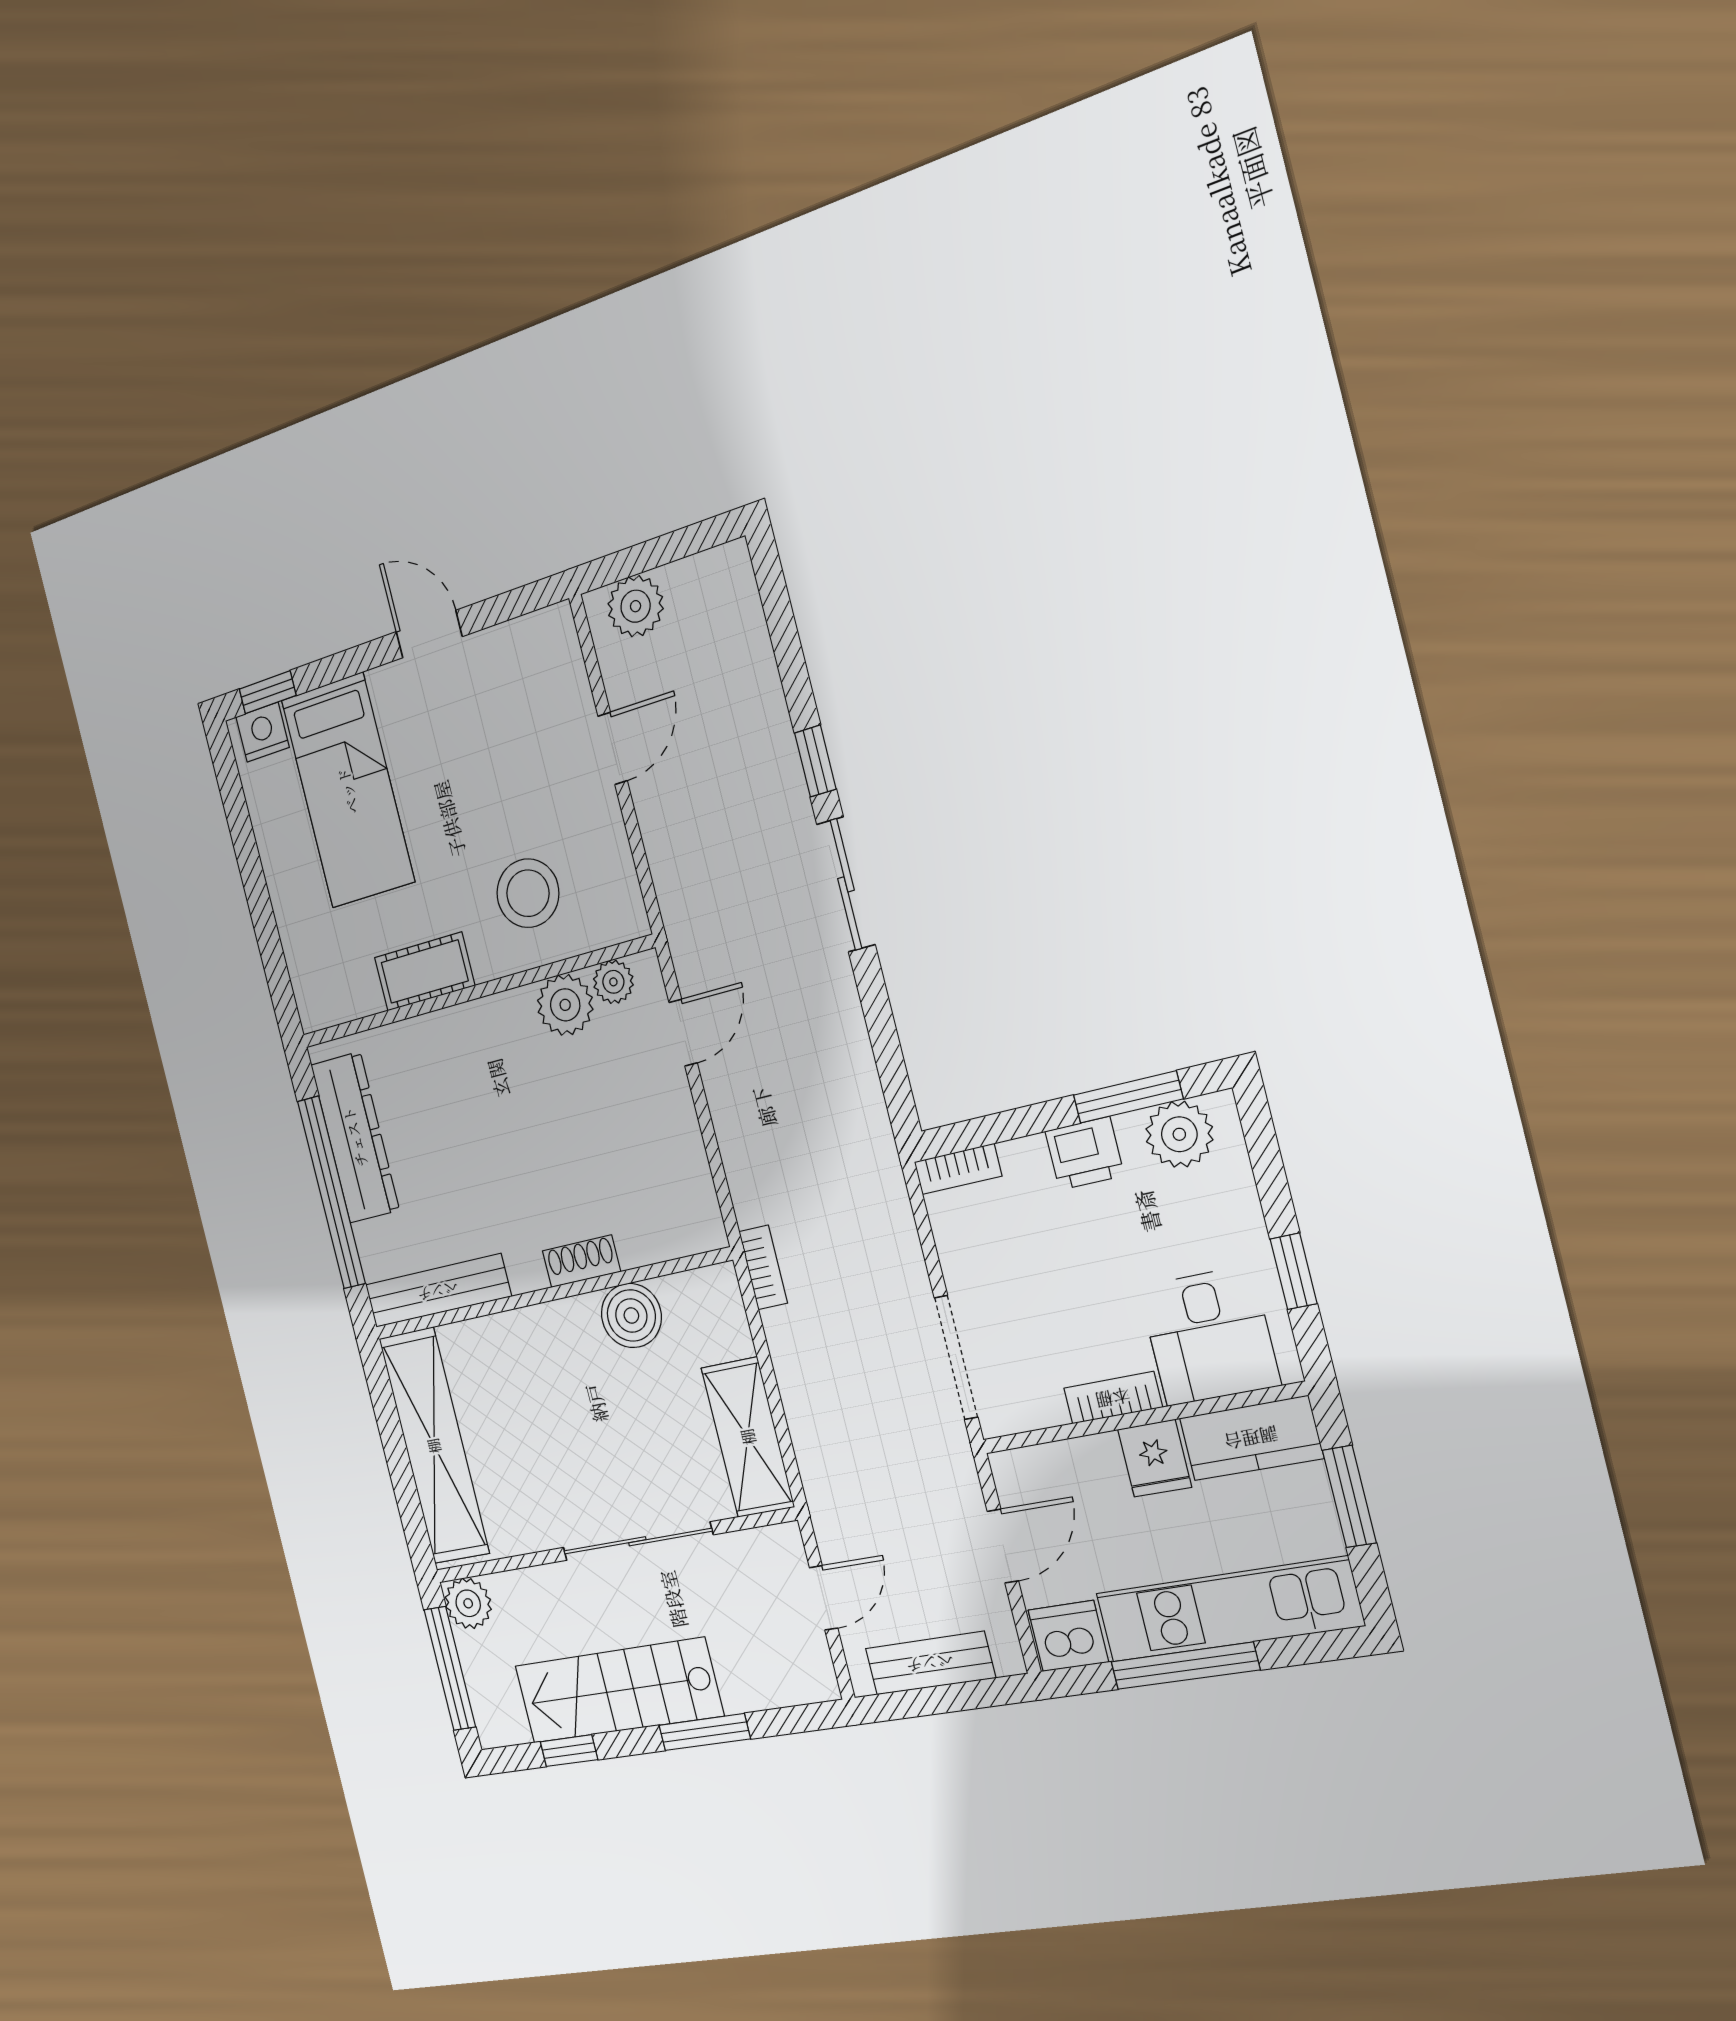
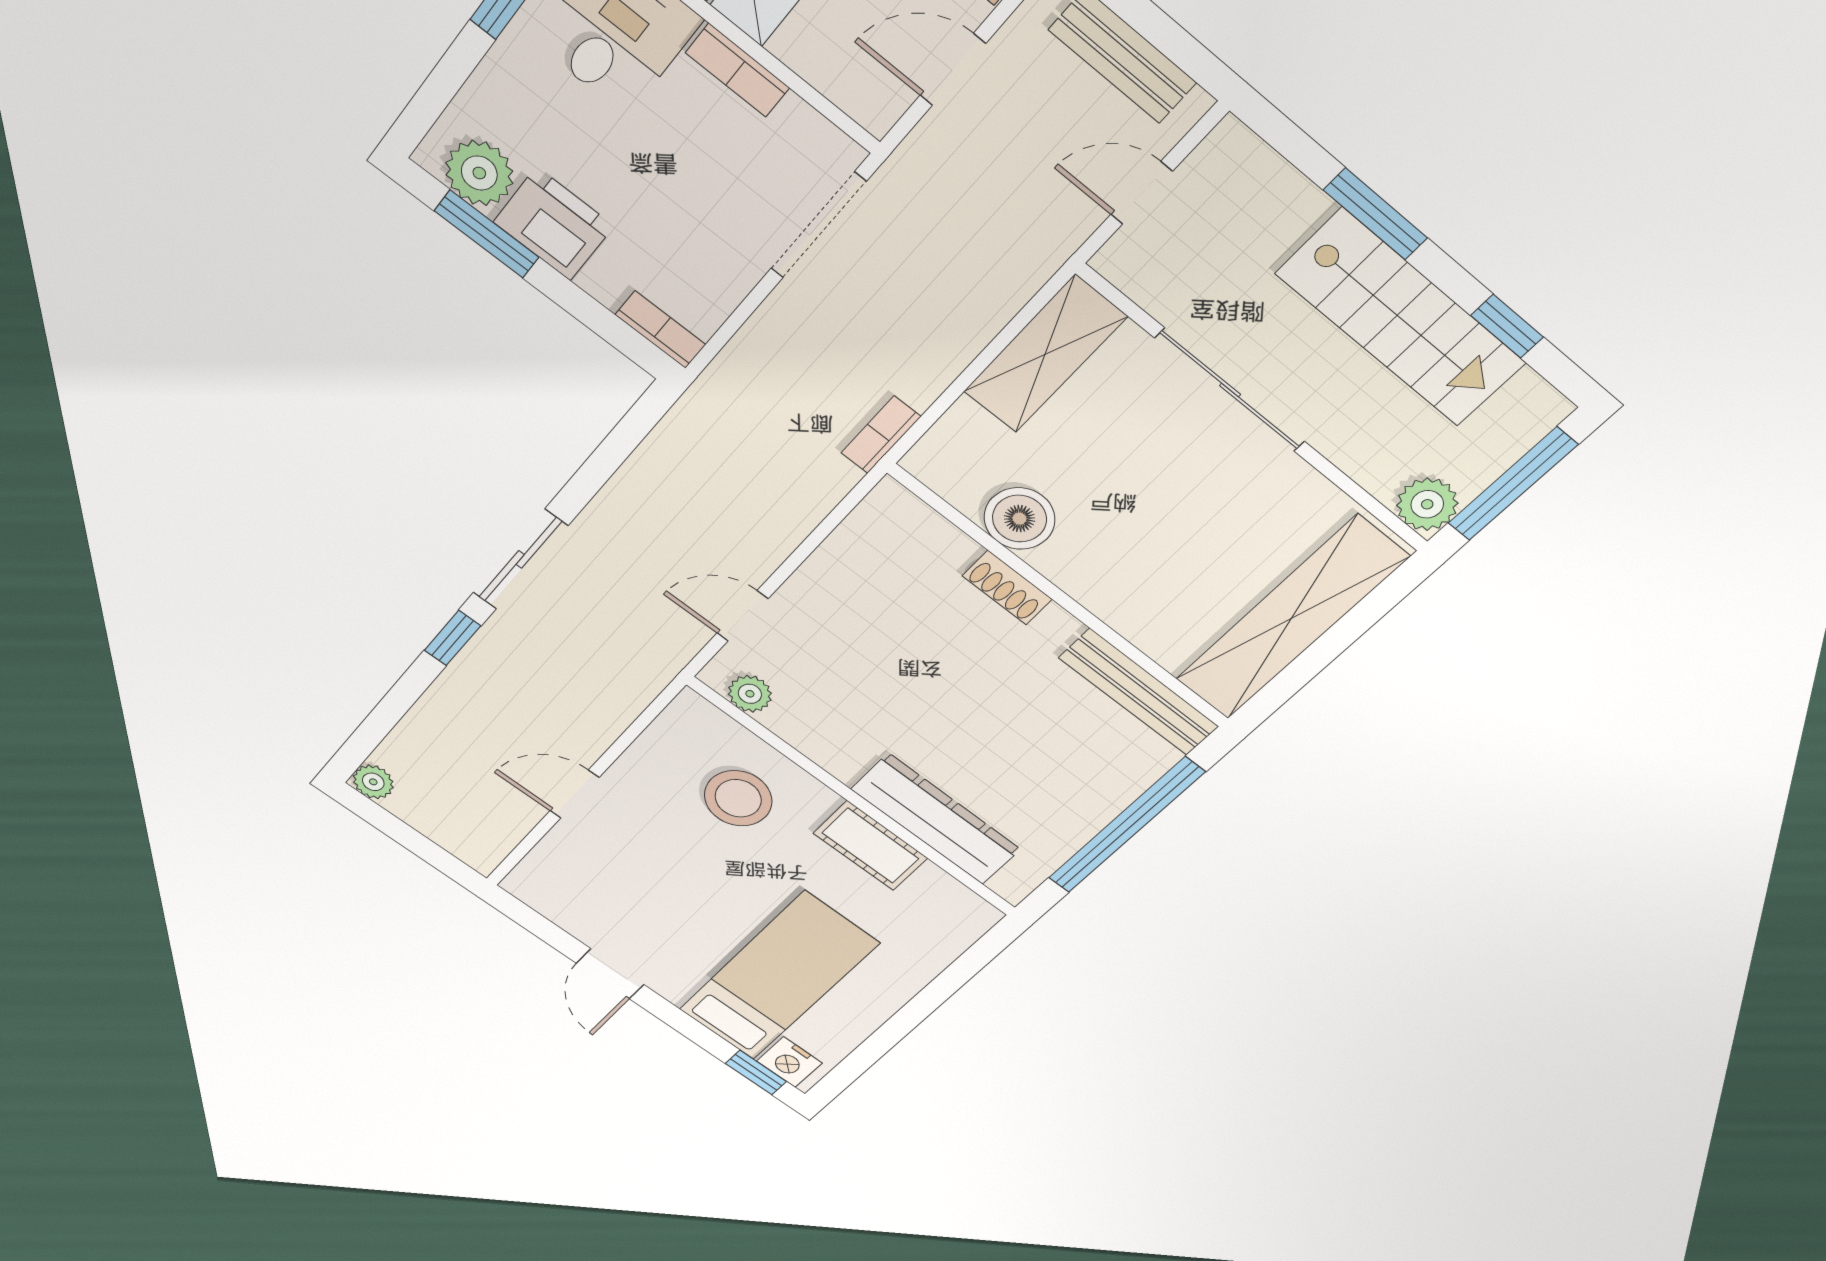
plant: (636, 606) -> (373, 782), moved, width x0.73, depth x0.73
plant: (565, 1005) -> (801, 721), removed
dresser: (355, 1137) -> (936, 819), moved, turned 90
printer: (1085, 1153) -> (554, 224), width x1.36, depth x1.24

